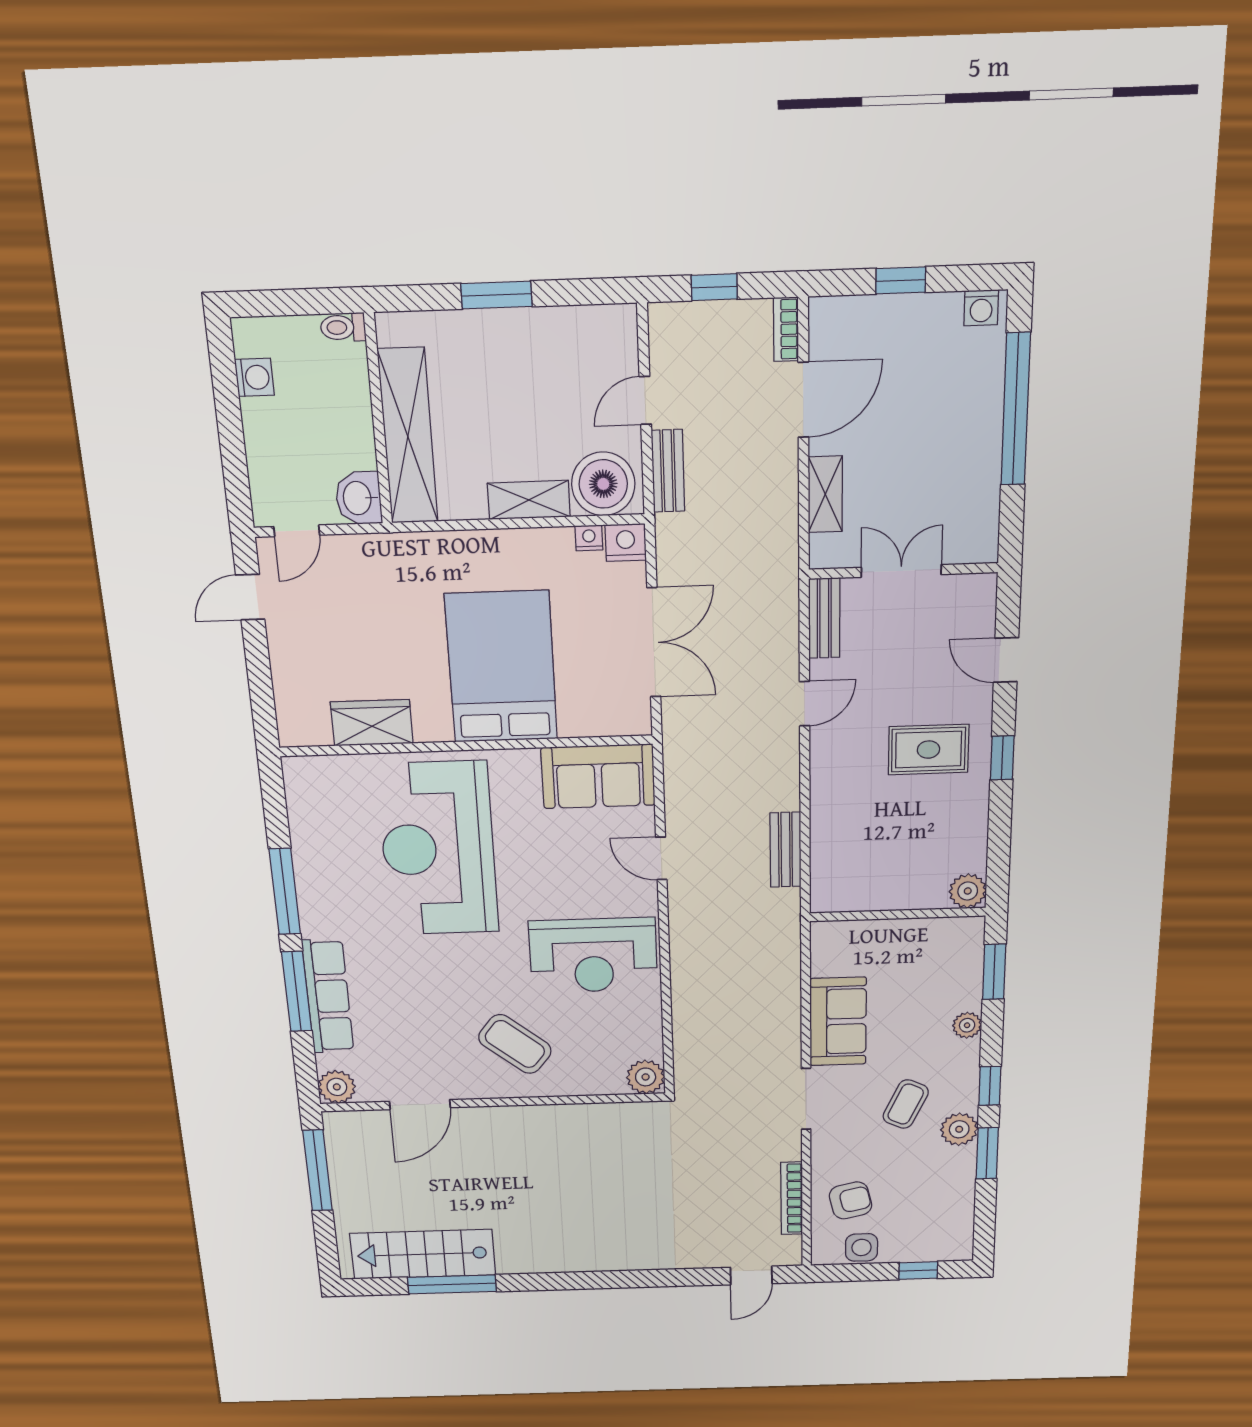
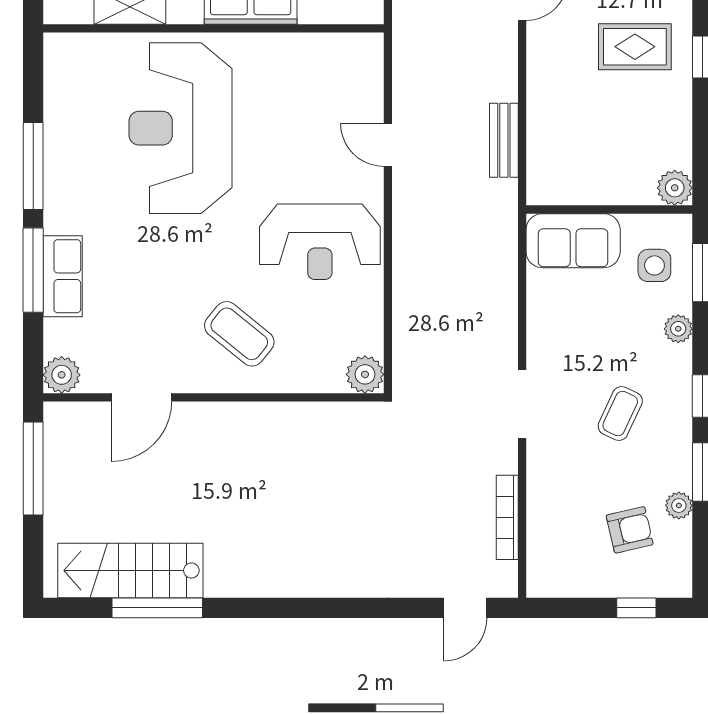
sofa: (598, 776) -> (333, 62), removed
row of seats: (328, 996) -> (63, 276), width x0.68
sofa: (838, 1022) -> (573, 241), moved, turned 90
plant: (959, 1129) -> (679, 505), moved, width x0.73, depth x0.73
armchair: (851, 1200) -> (630, 530), moved
side table: (862, 1247) -> (654, 265), moved

